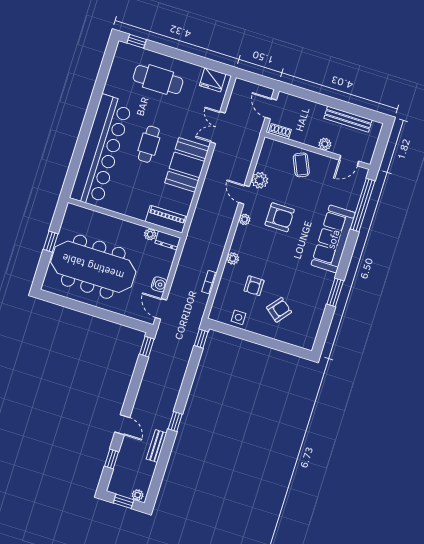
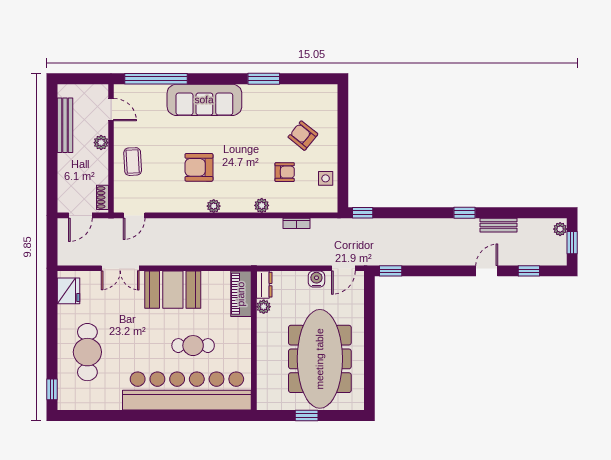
cafe table: (149, 144) -> (193, 346), moved
coffee table: (301, 165) -> (133, 162), turned -69
plant: (260, 180) -> (165, 203), removed
door: (244, 195) -> (134, 215), moved
armchair: (280, 217) -> (199, 167), turned -90

